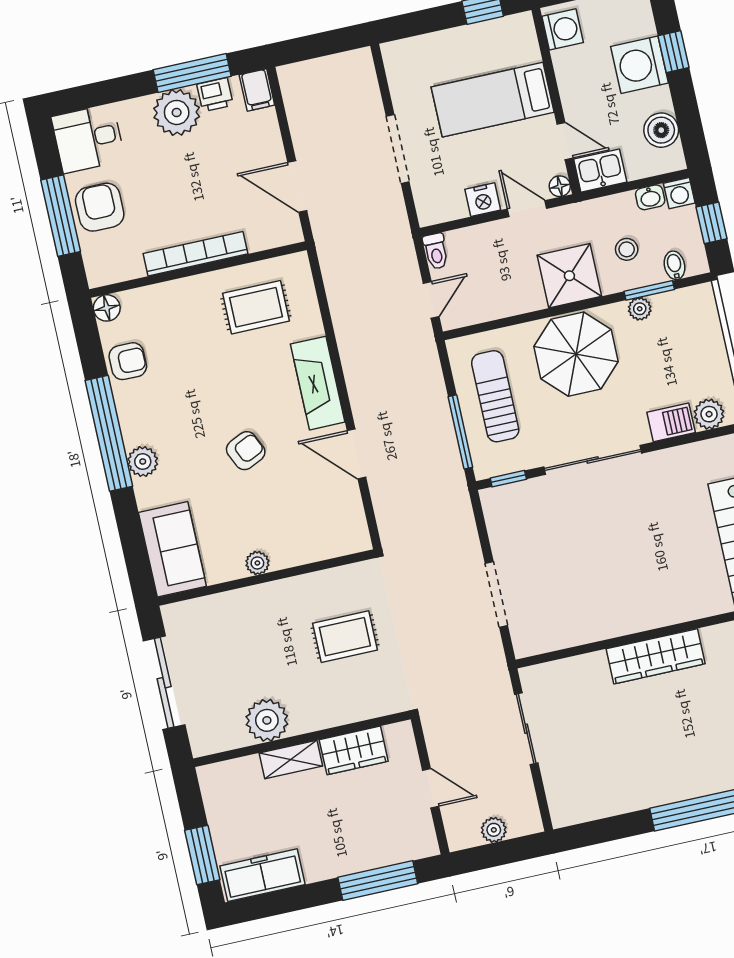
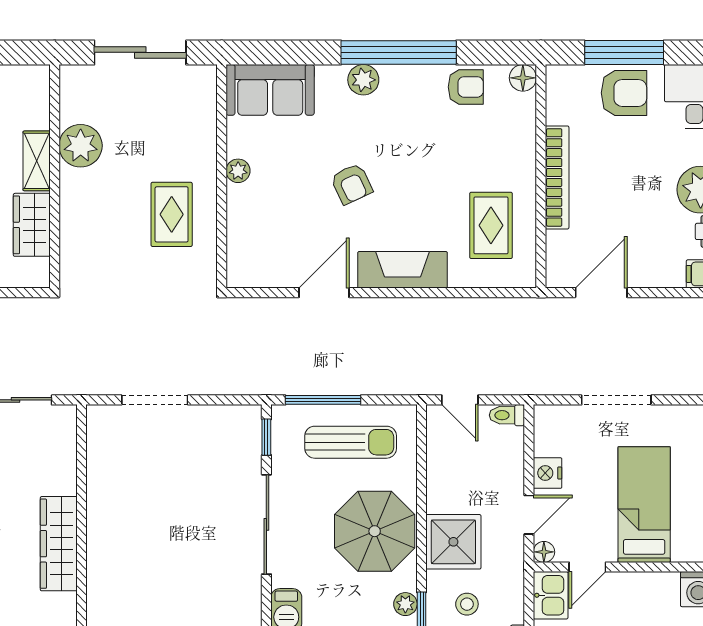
armchair: (128, 361) -> (466, 87), turned -90
rug: (345, 637) -> (172, 214), moved

